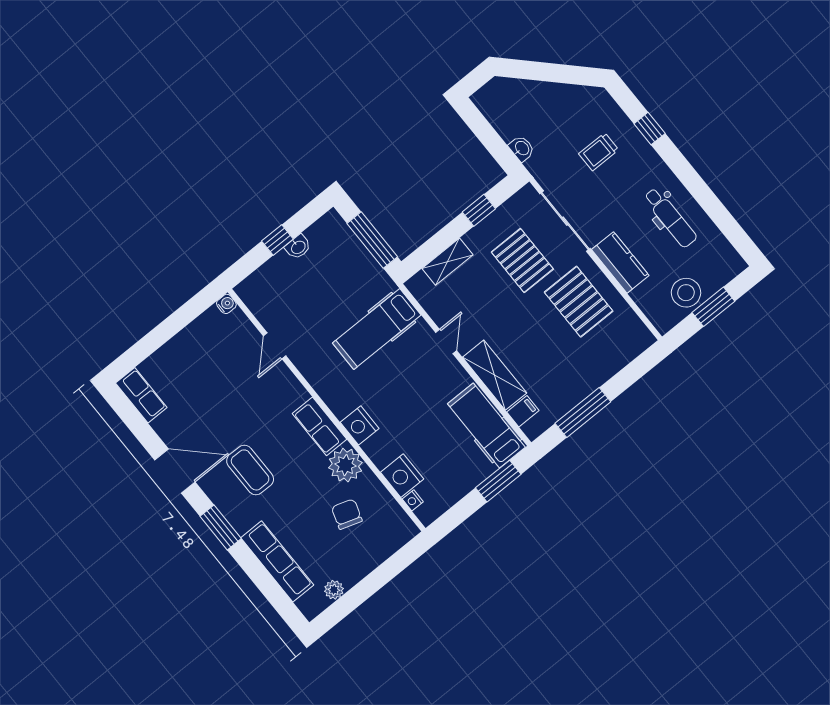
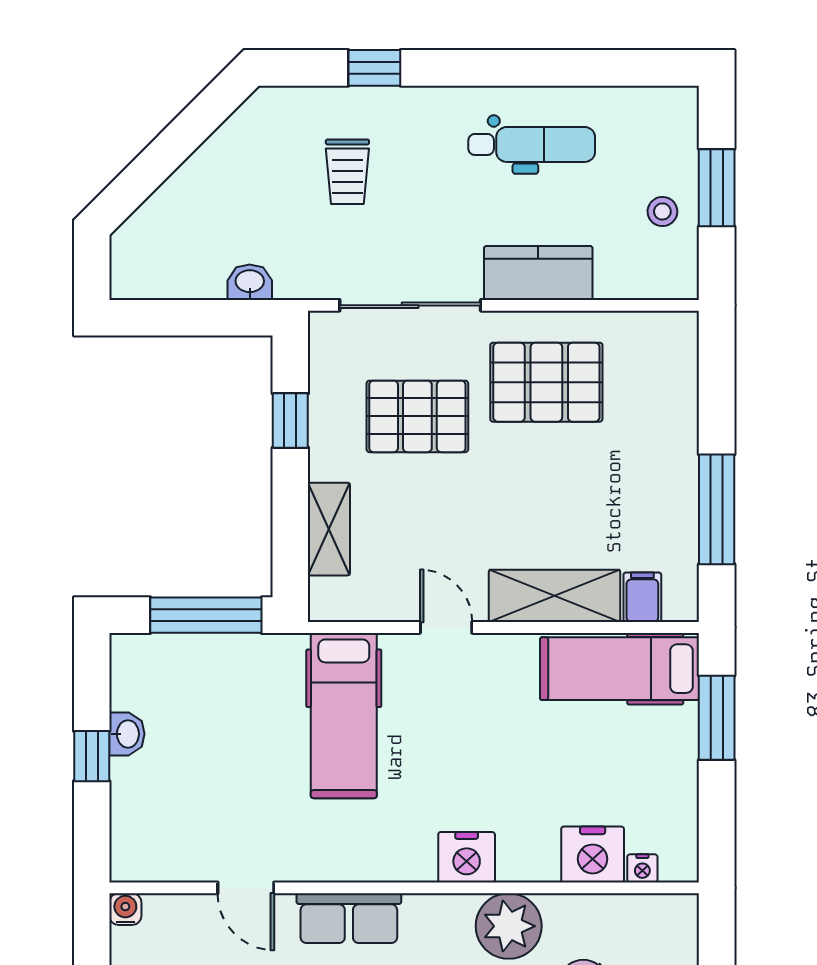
stool: (686, 293) -> (662, 211), width x0.53, depth x0.53
row of seats: (319, 426) -> (349, 918), moved

